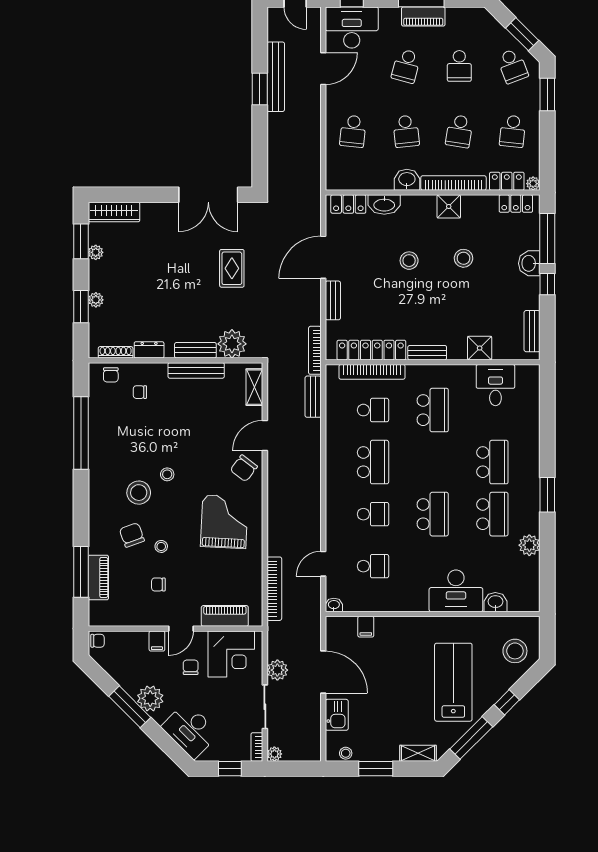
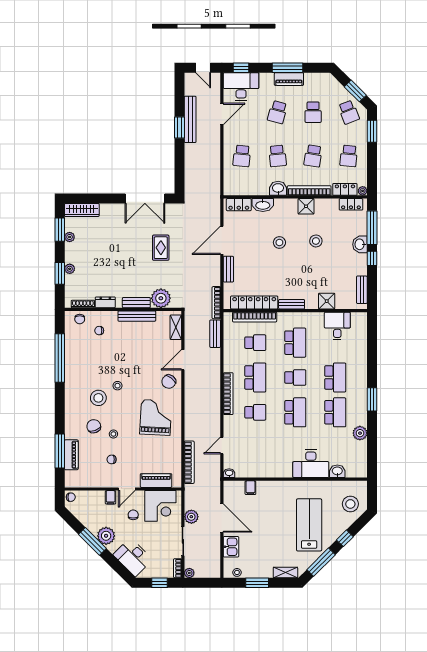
bookcase: (333, 486) -> (228, 394), added
school desk: (373, 566) -> (295, 377), moved

